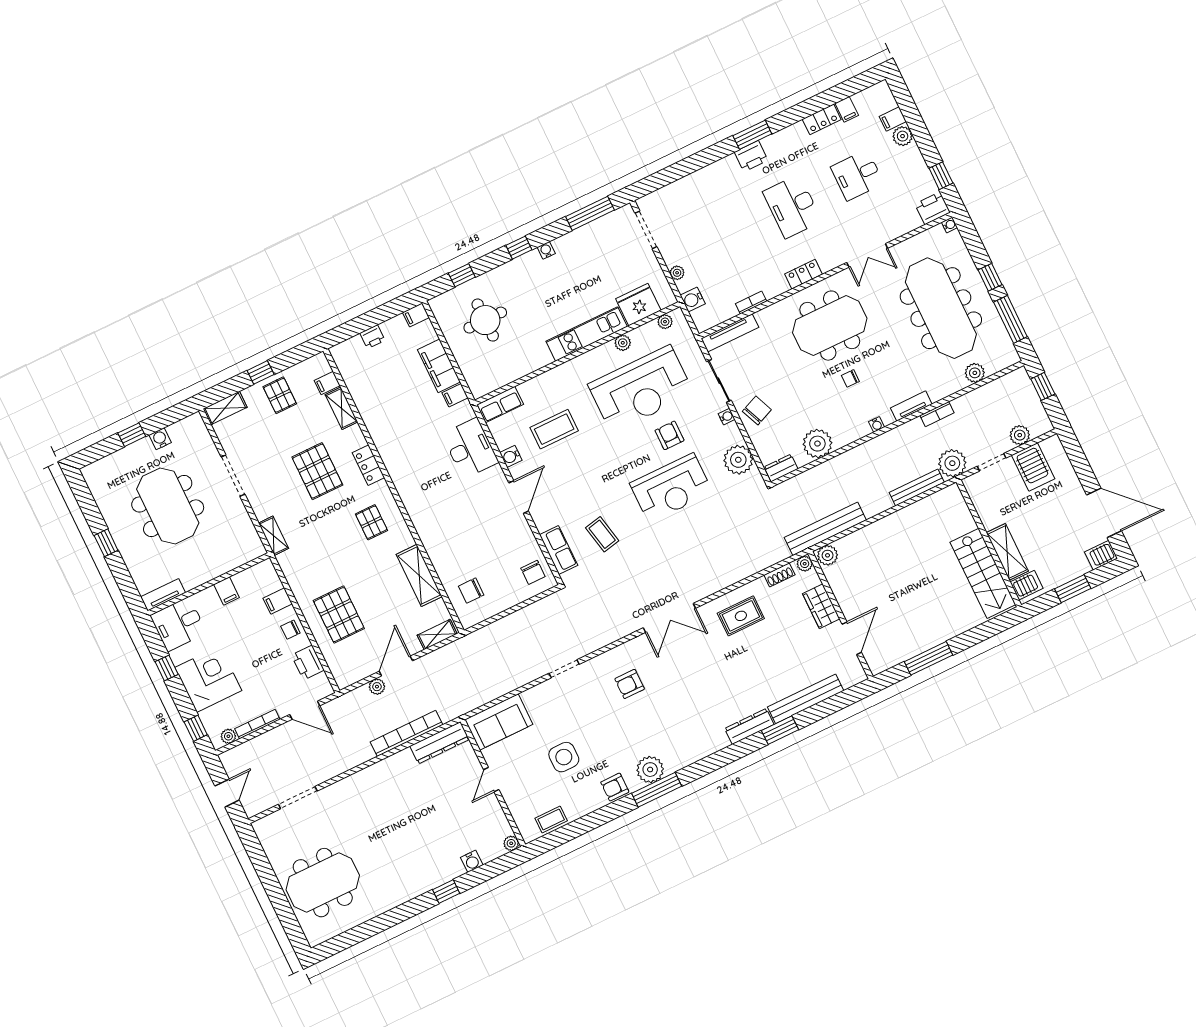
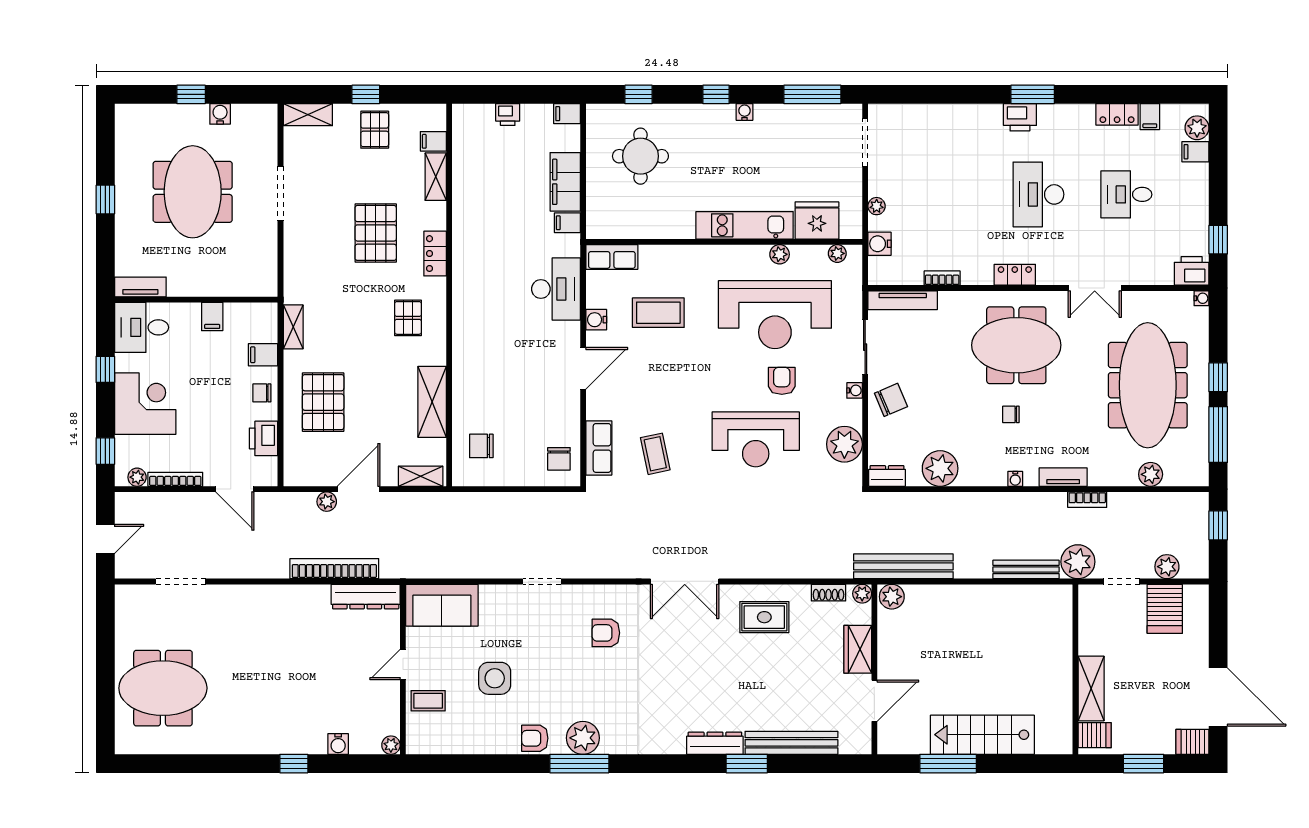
plant: (903, 136) -> (1197, 128), moved
shelving: (274, 536) -> (293, 327), moved
stairs: (983, 573) -> (982, 735), moved, turned 90
coffee table: (551, 820) -> (428, 701), moved

